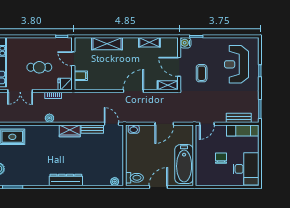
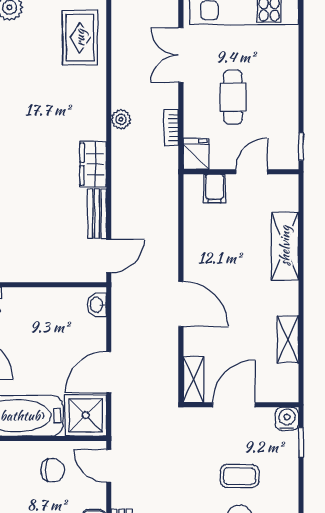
coffee table: (202, 73) -> (240, 476), moved
door: (164, 124) -> (109, 372), hinge flipped
shower: (184, 134) -> (86, 415), added
chair: (221, 158) -> (53, 470), moved

